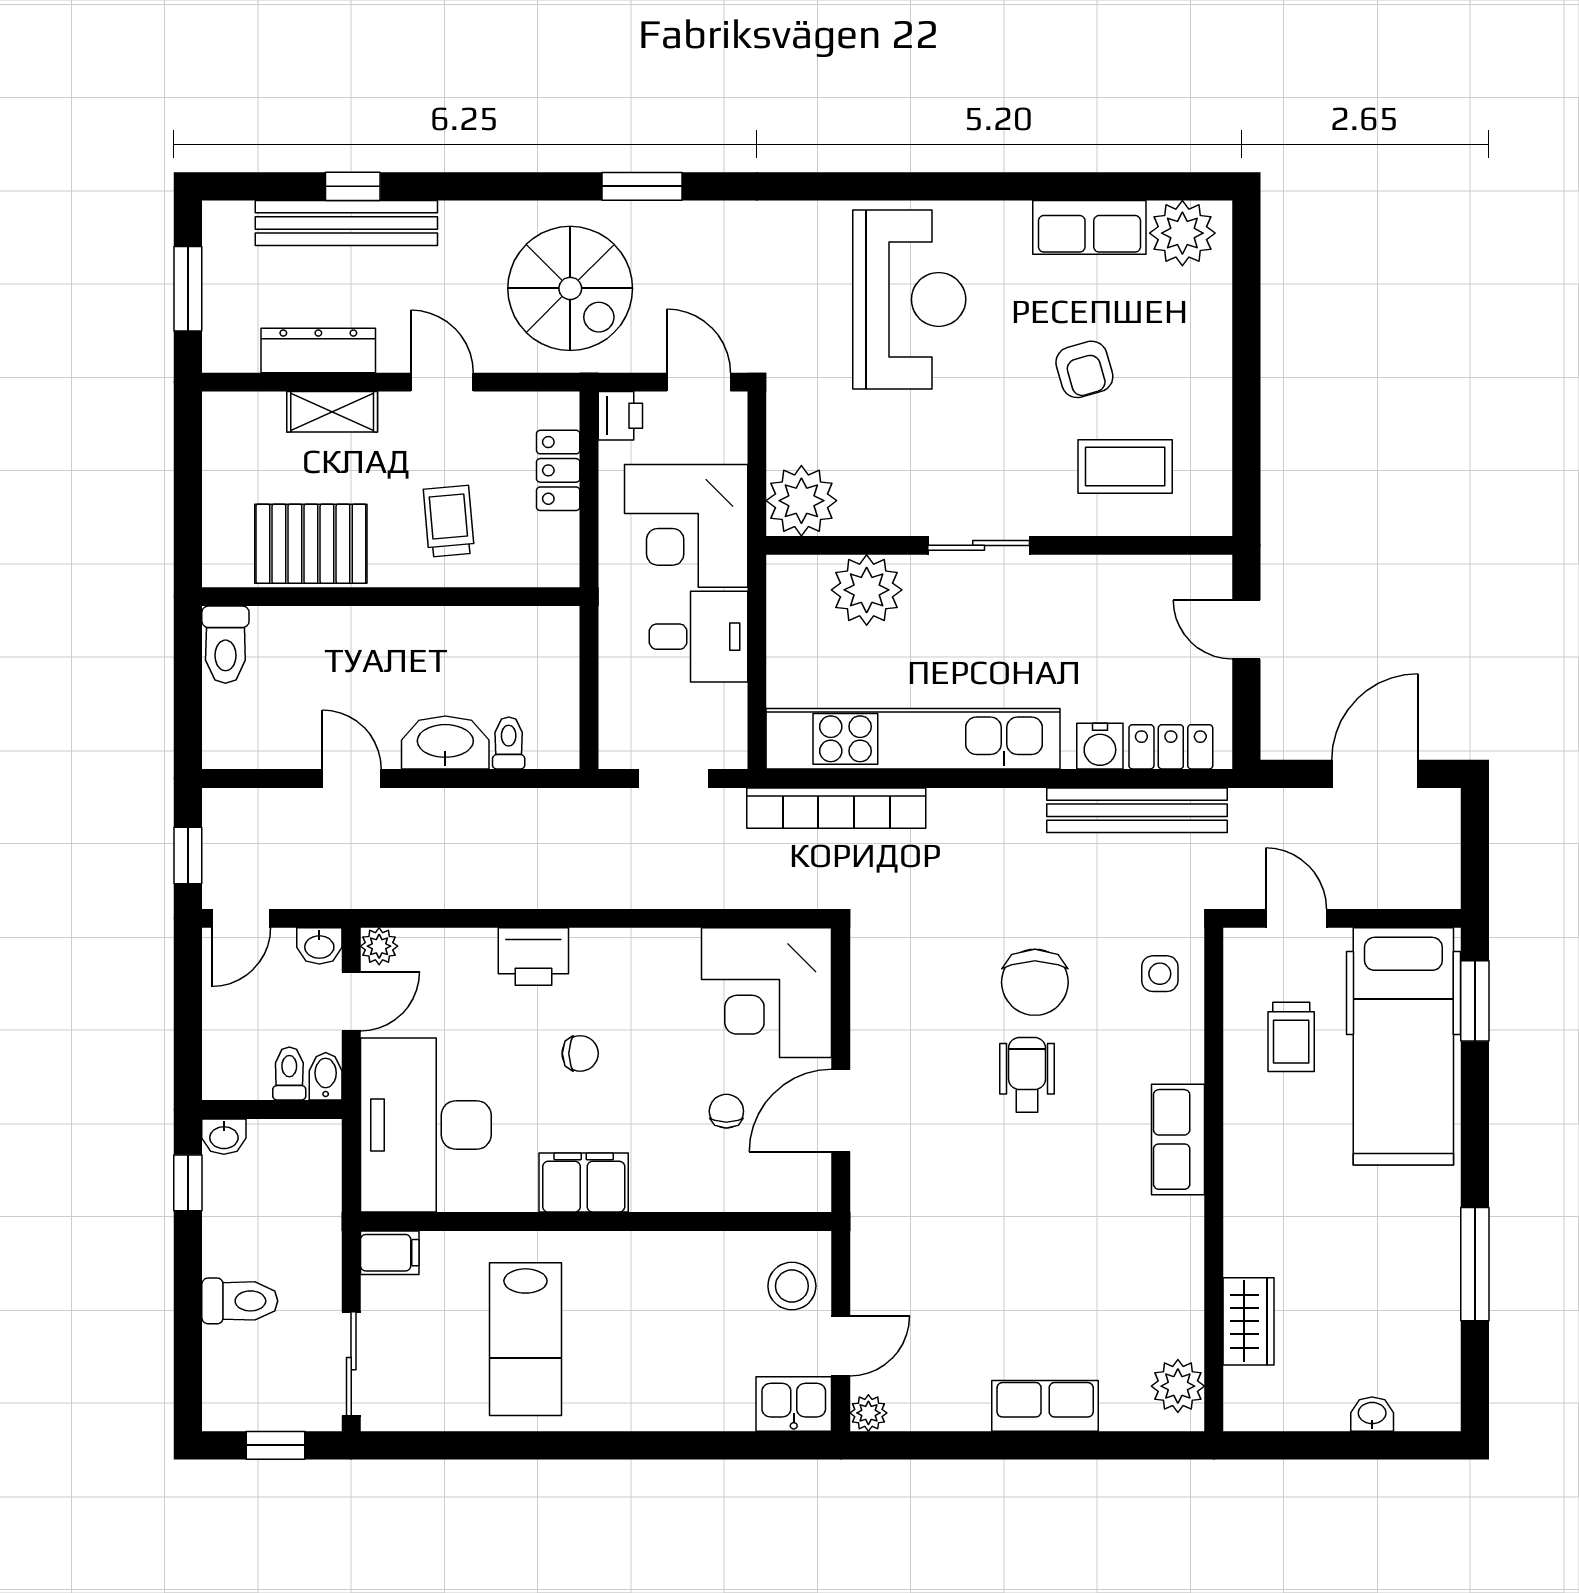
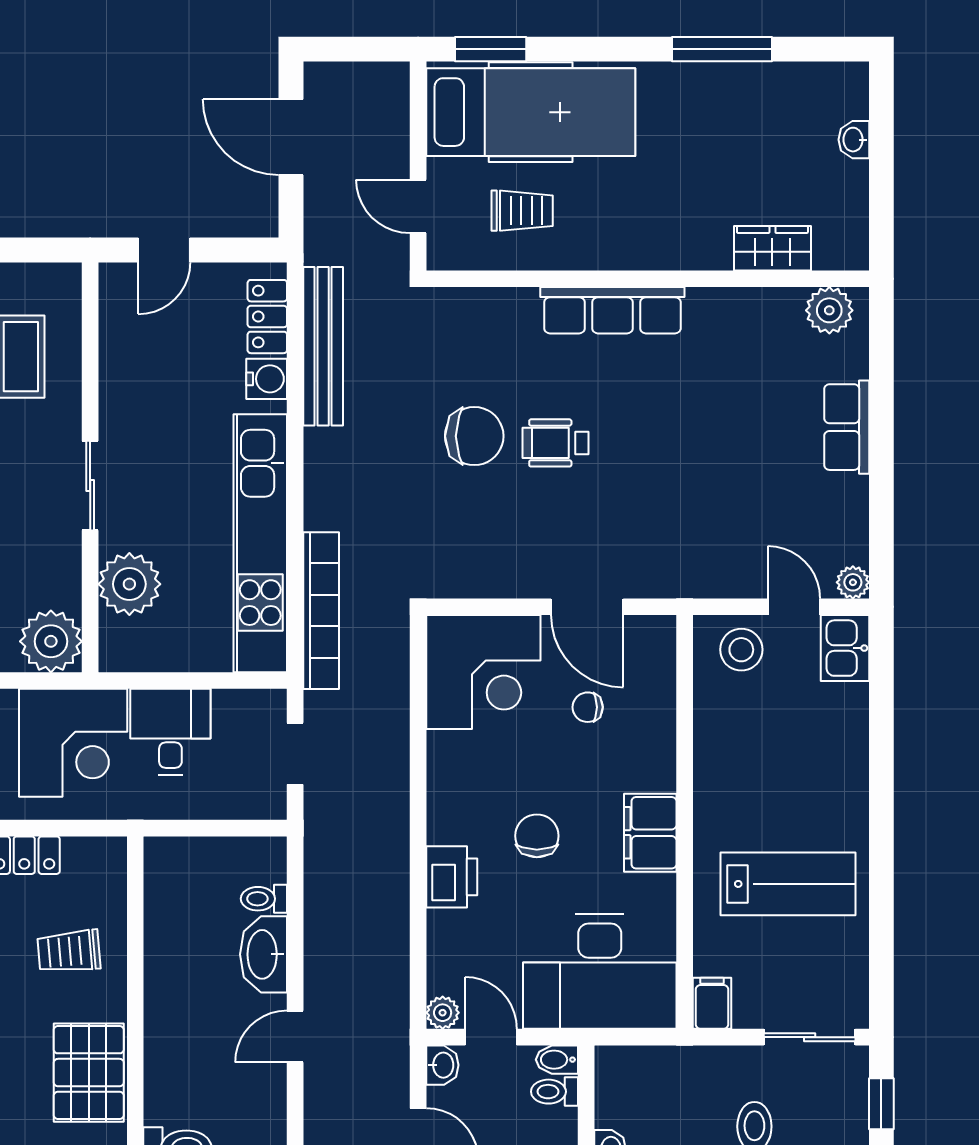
door: (1296, 918) -> (418, 206), hinge flipped
side table: (1160, 974) -> (467, 326), removed
chair: (580, 1053) -> (537, 836), width x1.37, depth x1.37
row of seats: (1178, 1139) -> (612, 310), width x1.48

